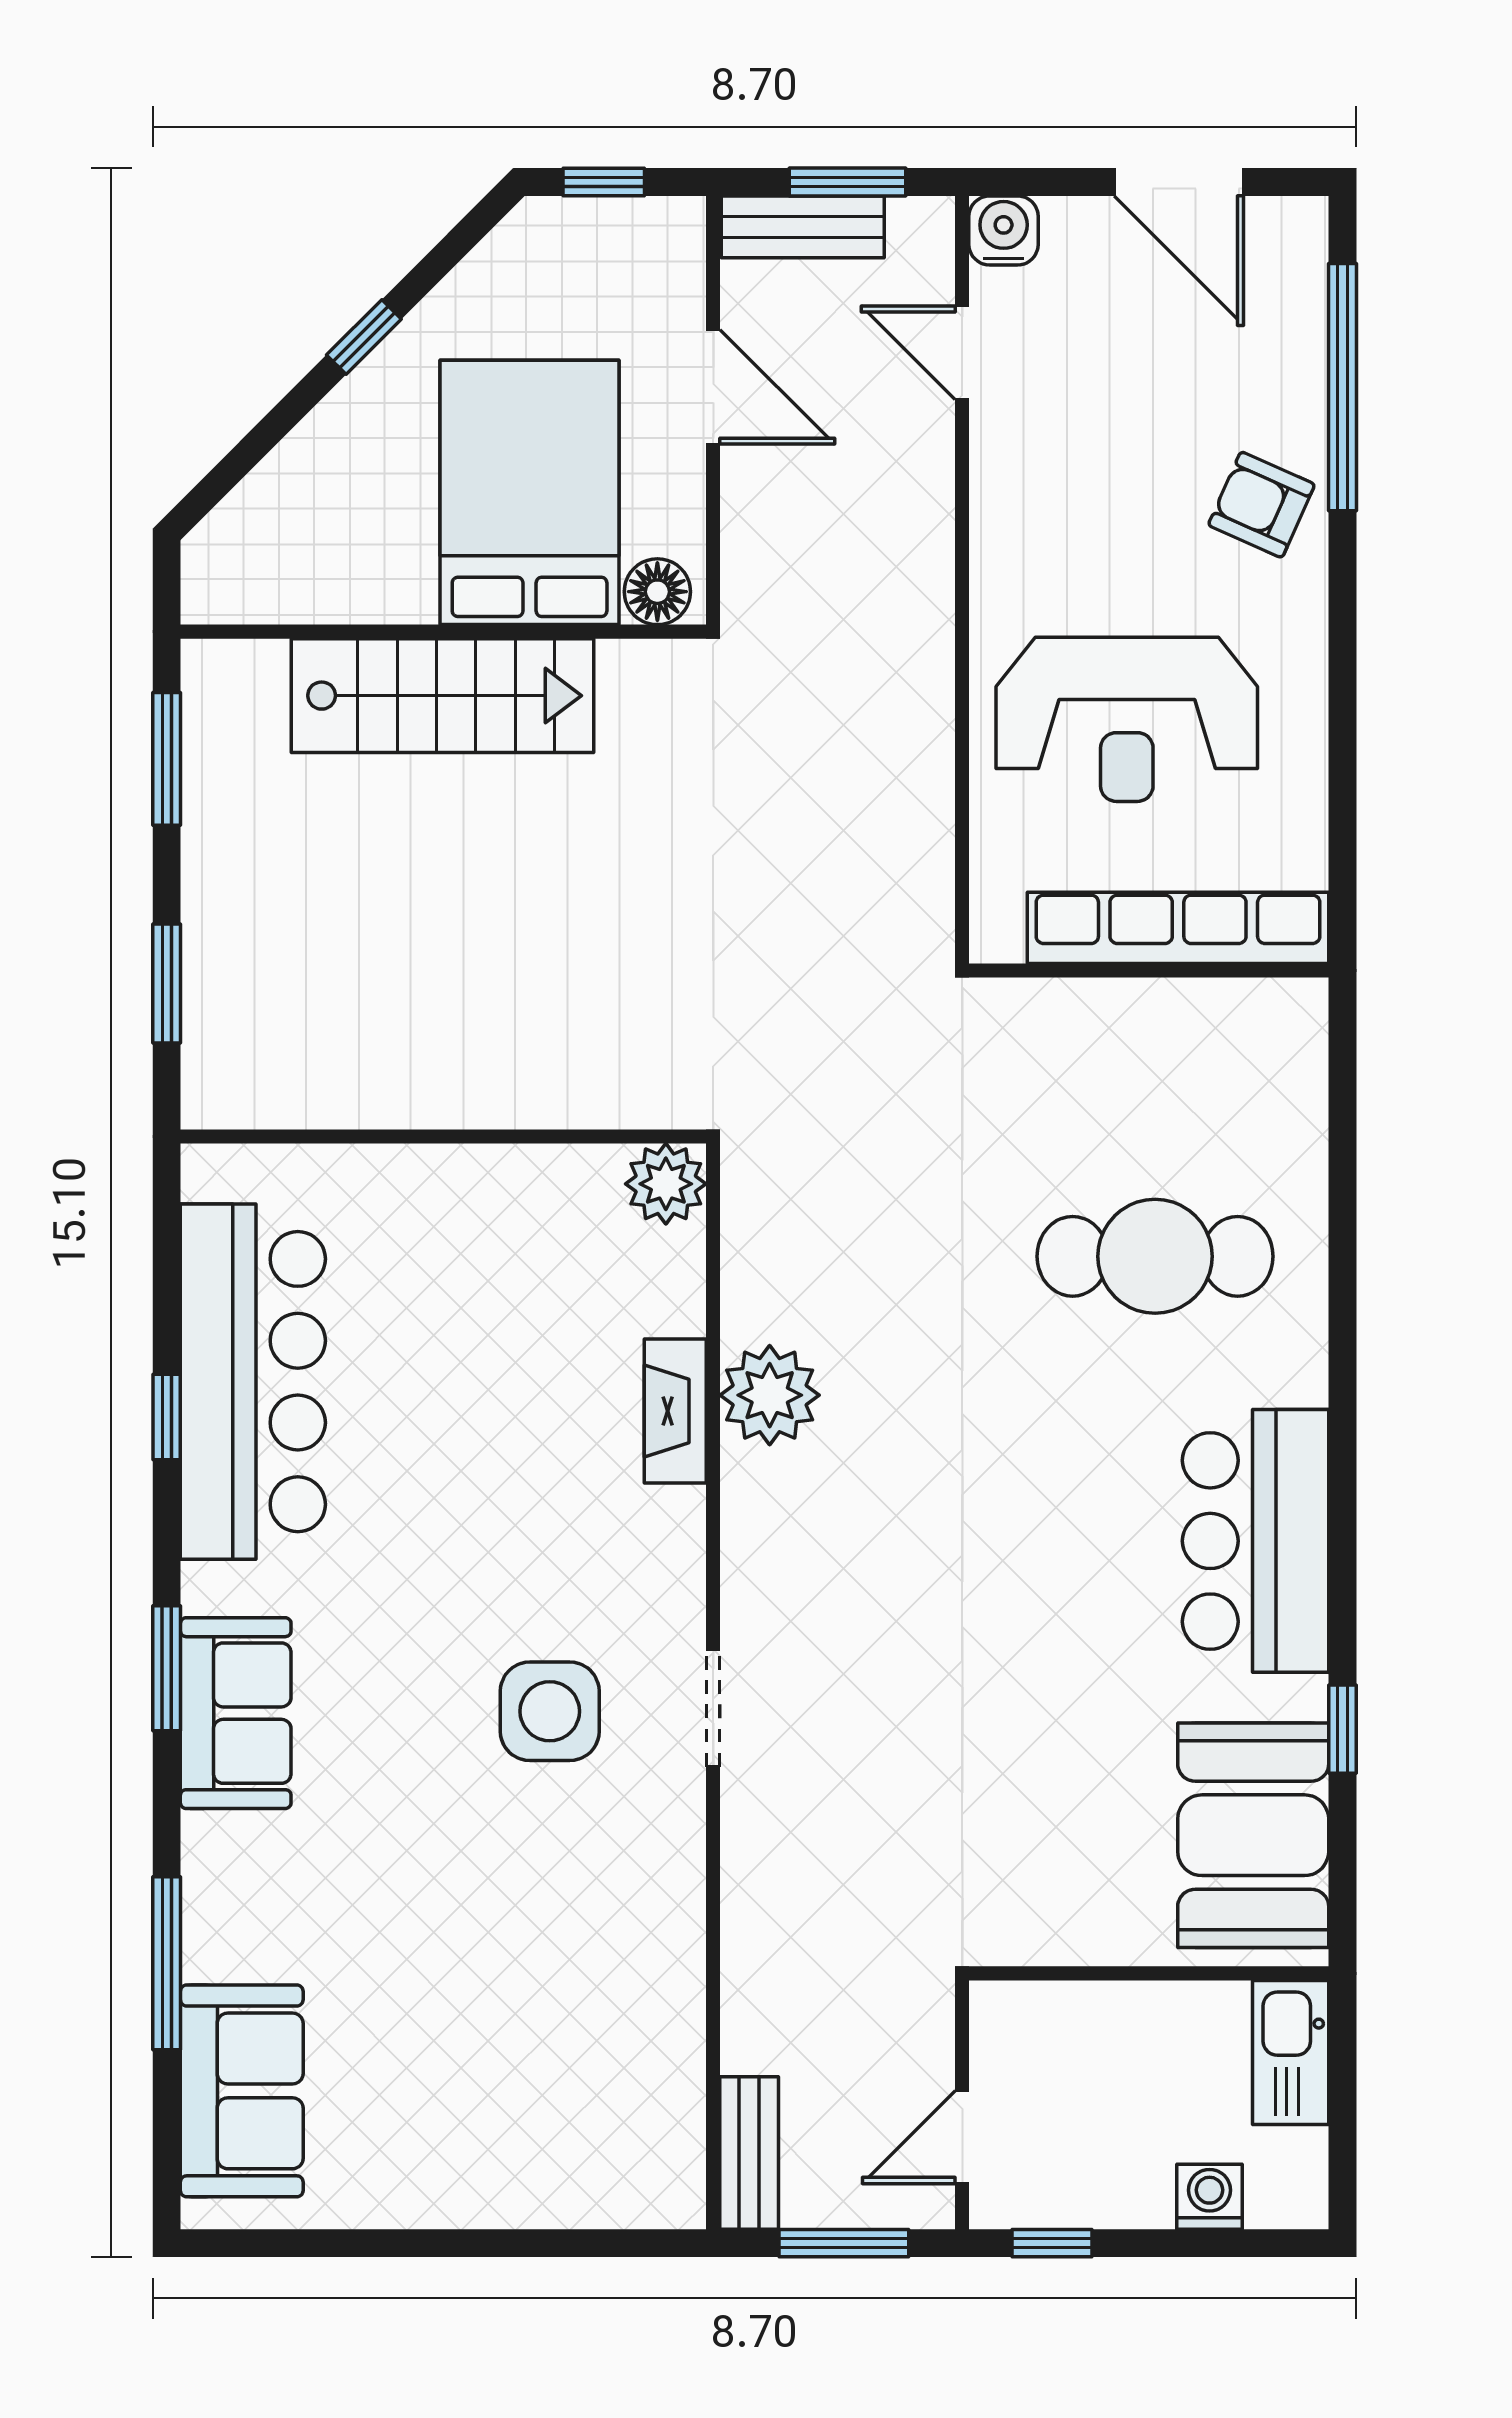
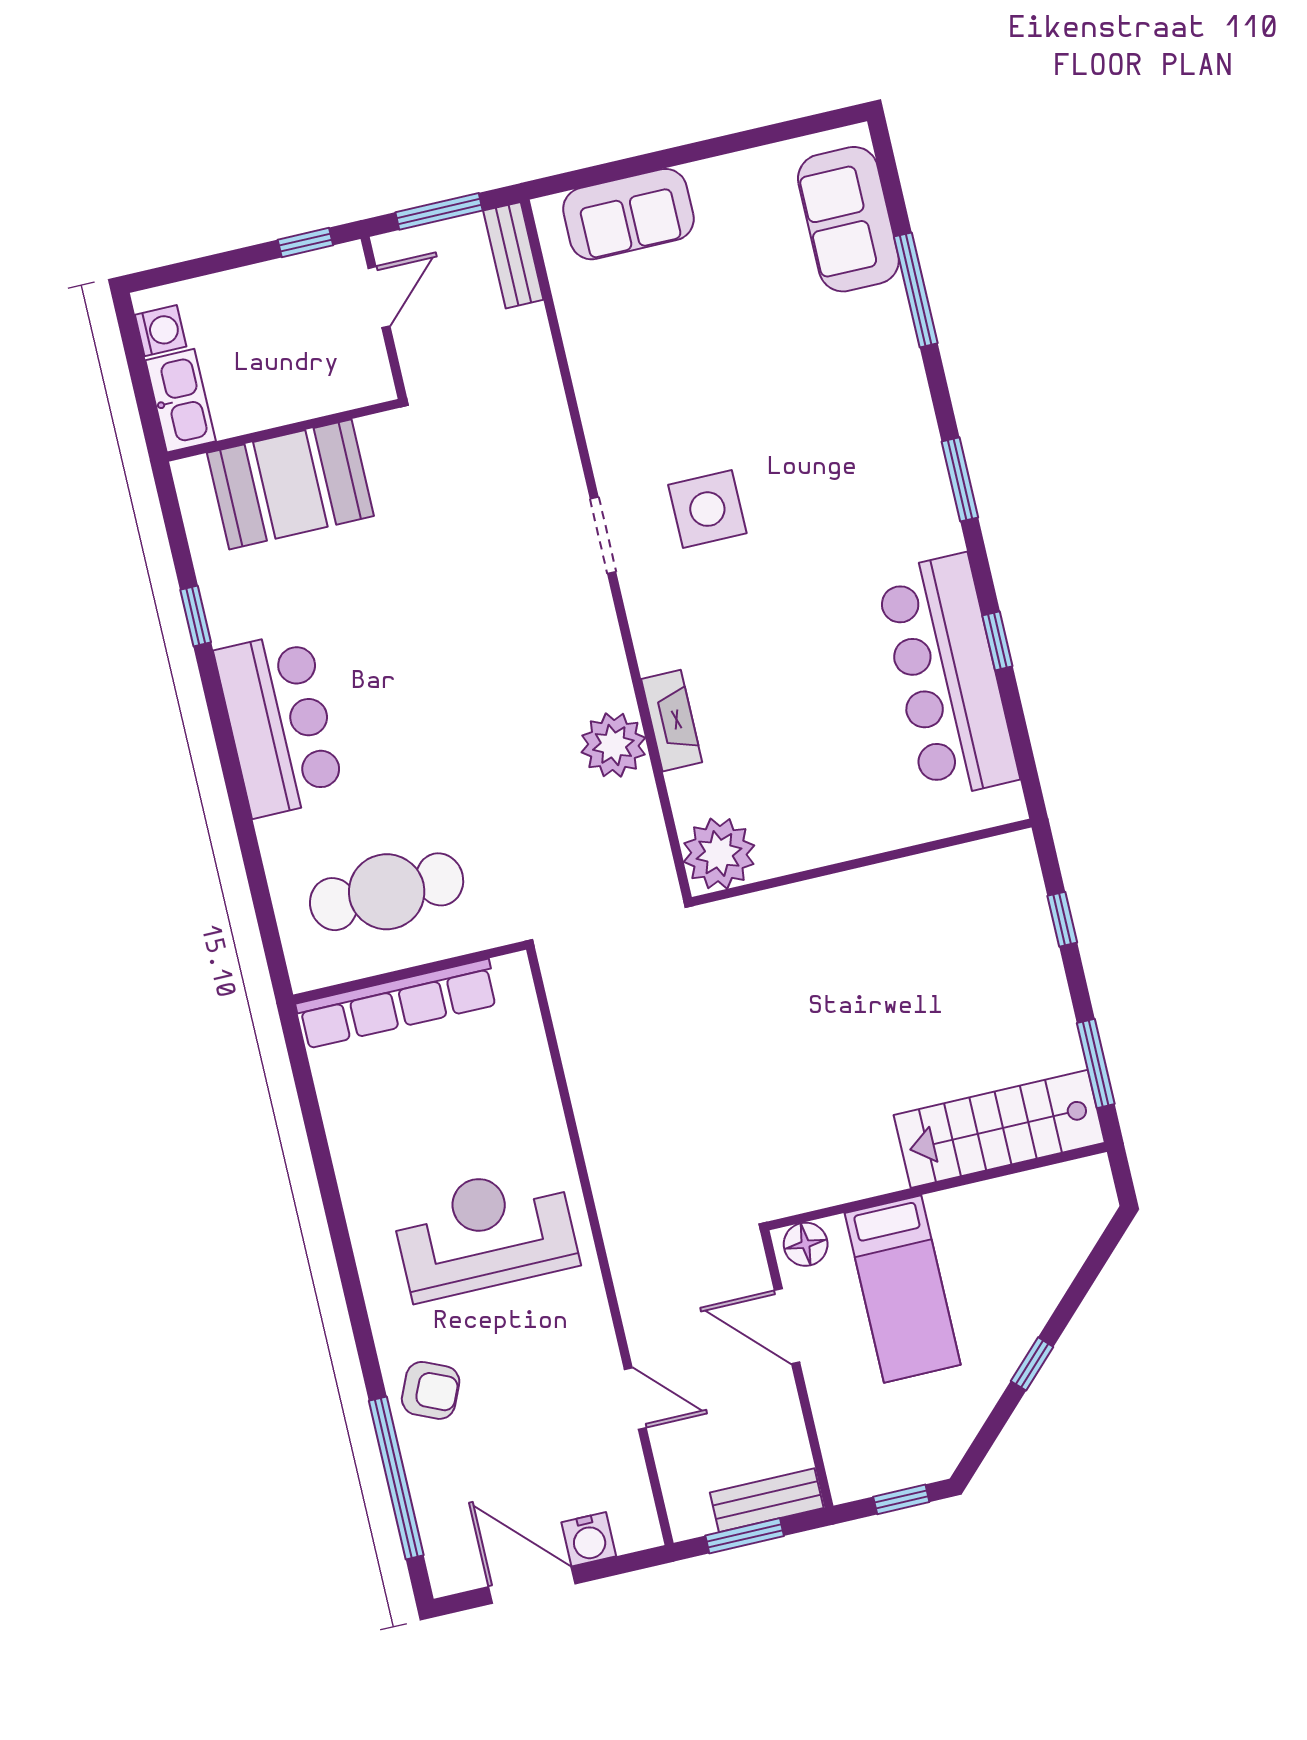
water cooler: (1004, 230) -> (589, 1539), moved
door: (962, 353) -> (635, 1399), moved
door: (713, 387) -> (787, 1326), moved
bed: (530, 492) -> (903, 1289), width x0.67
stairs: (443, 696) -> (999, 1129), moved
row of seats: (1178, 928) -> (397, 1004), moved
wall: (1149, 971) -> (410, 972), moved
window: (167, 984) -> (1062, 919), width x0.67
plant: (666, 1184) -> (719, 854), width x1.36, depth x1.36
sofa: (236, 1713) -> (628, 214), moved, turned -90
booth: (1253, 1835) -> (290, 484), moved, turned 90
washing machine: (1209, 2197) -> (161, 331), moved, turned -90

